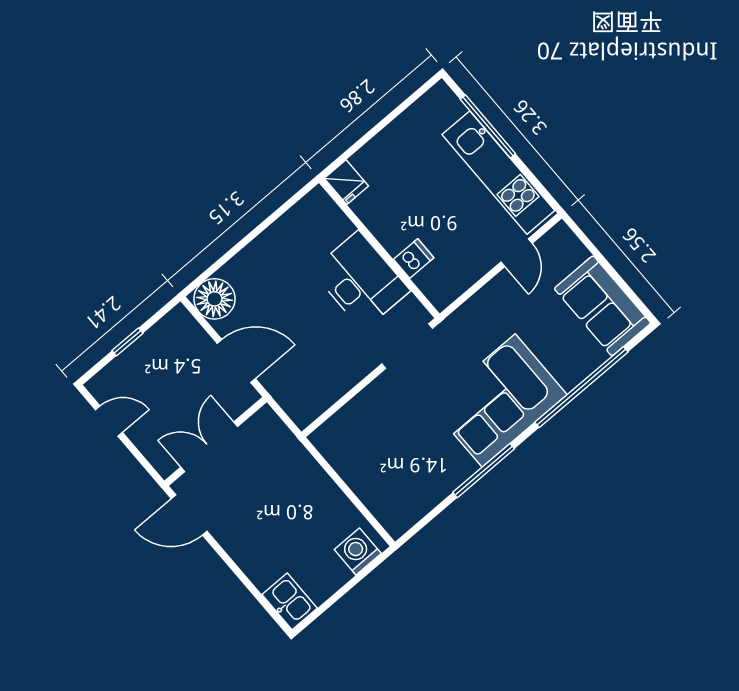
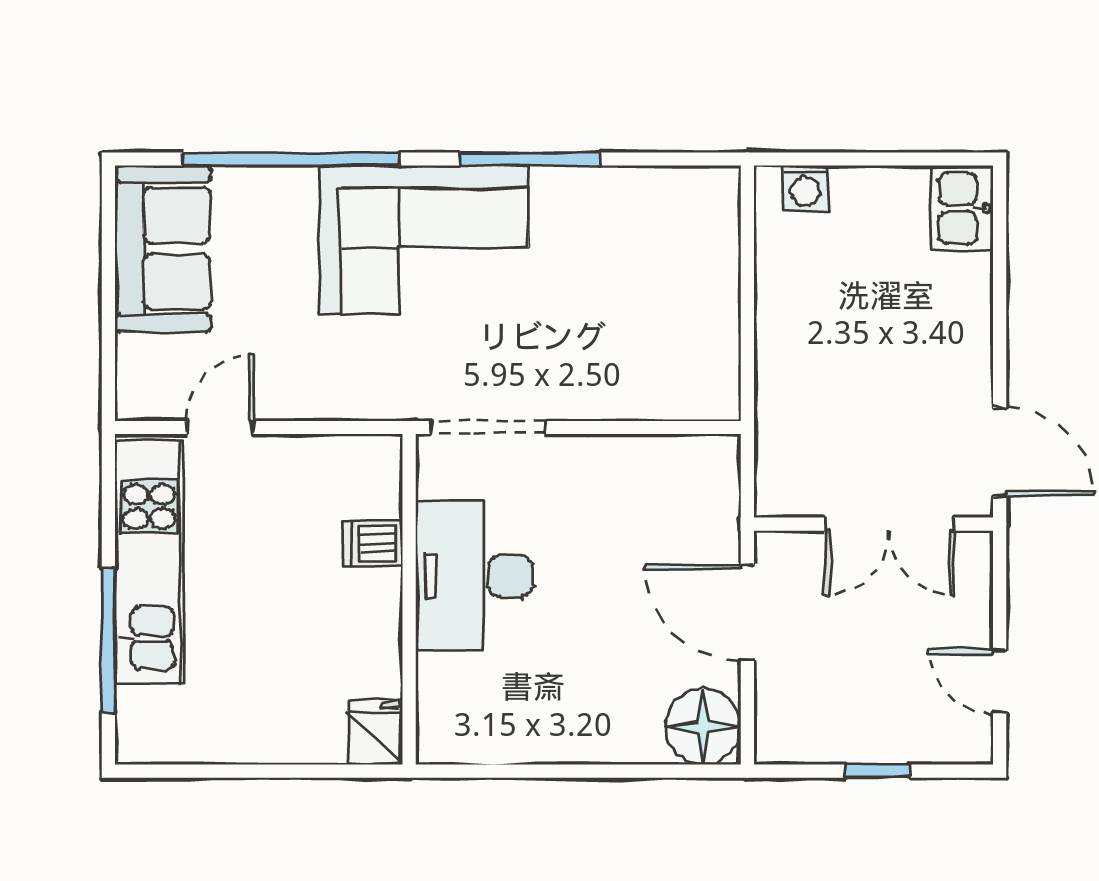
washing machine: (358, 552) -> (806, 188), width x0.73, depth x0.73

